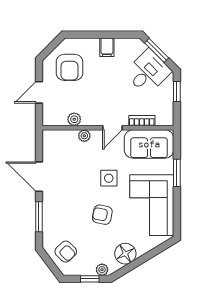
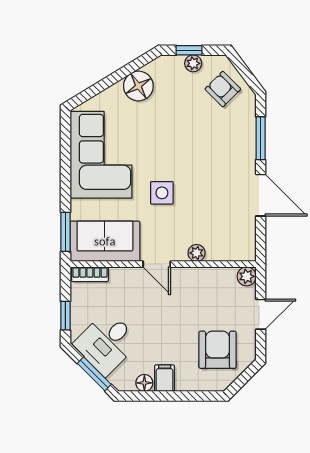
floor lamp: (121, 44) -> (144, 383), added
plant: (74, 119) -> (247, 276), moved
bookcase: (142, 121) -> (90, 274), moved
door: (112, 128) -> (157, 264), swing flipped
window: (177, 173) -> (65, 232), moved
armchair: (102, 215) -> (171, 141), removed
plant: (102, 270) -> (193, 63), moved

